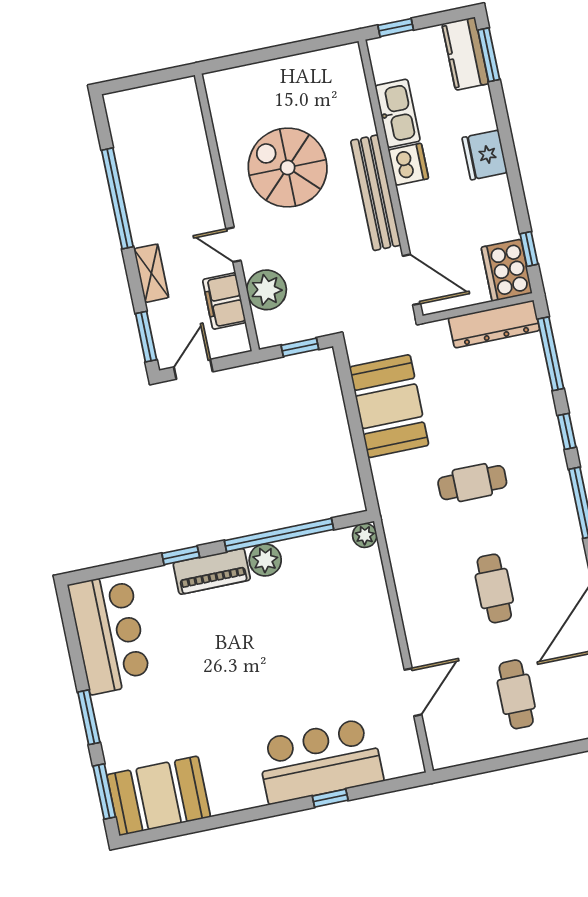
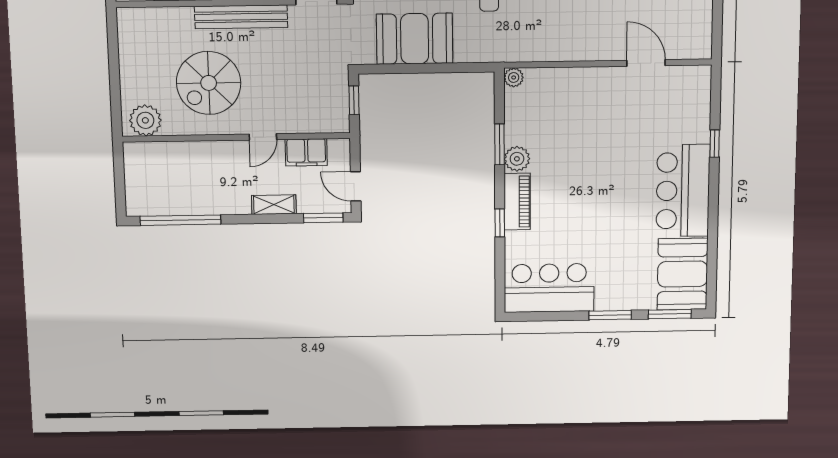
window: (117, 198) -> (180, 220), moved
plant: (267, 290) -> (145, 120), moved
window: (279, 535) -> (499, 144), width x0.47
bar counter: (320, 761) -> (683, 191), moved

